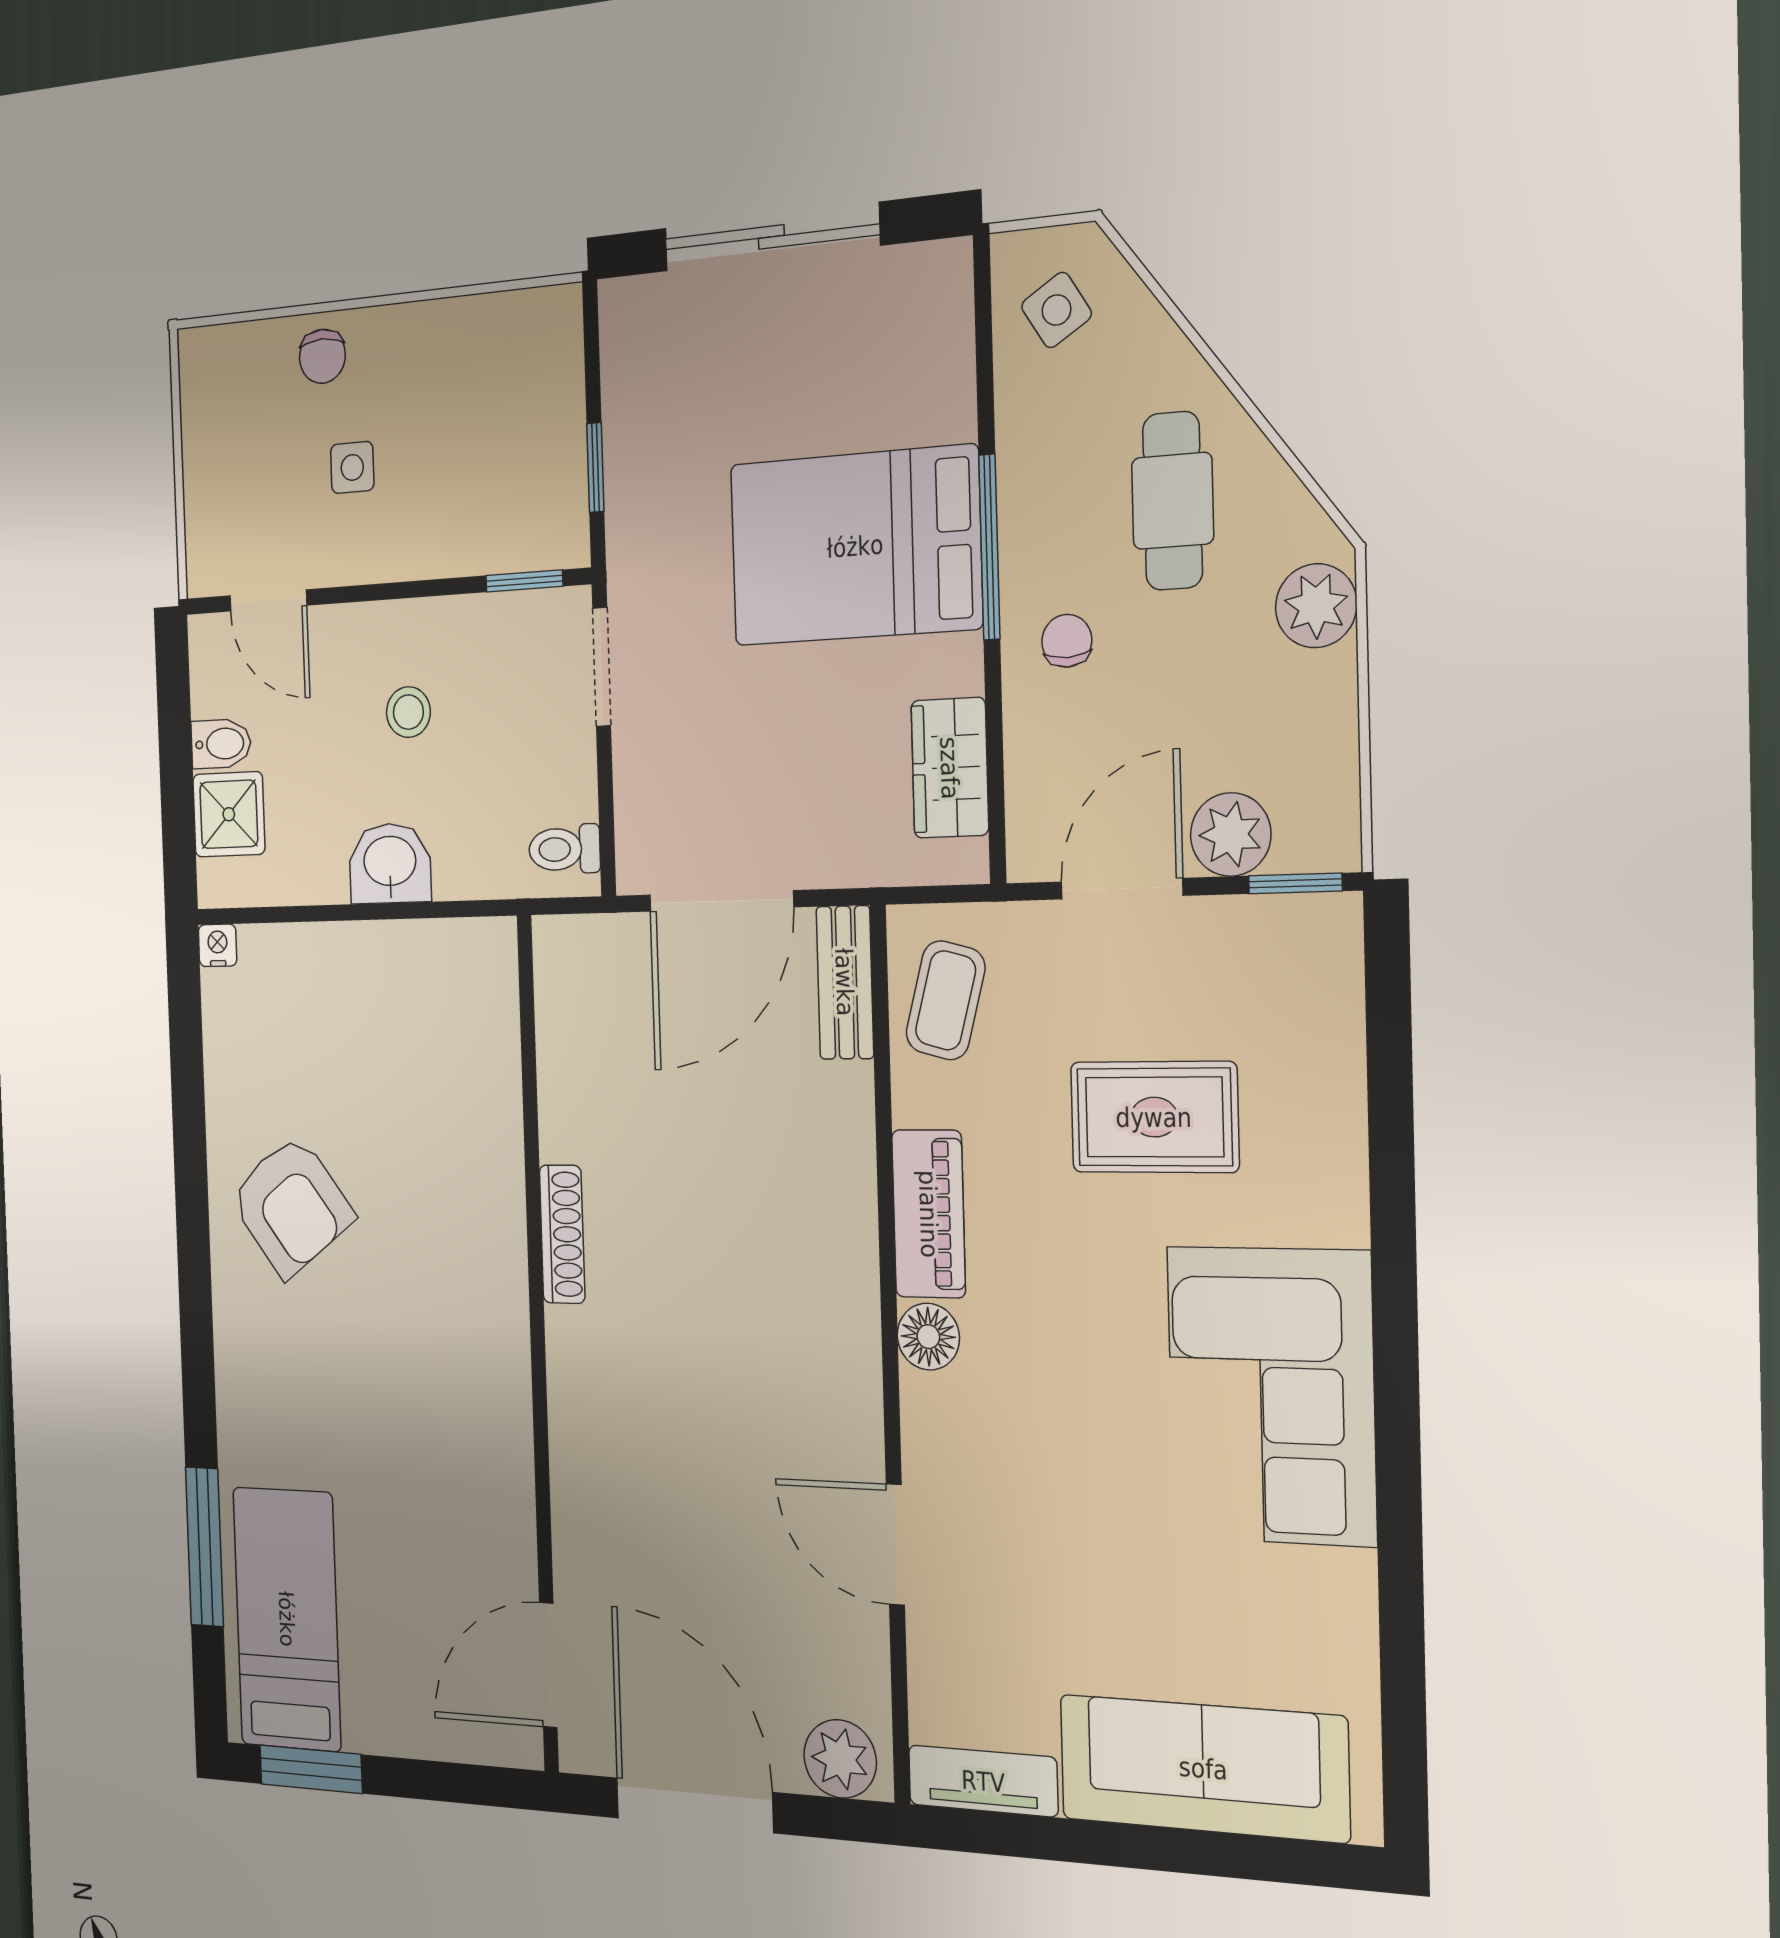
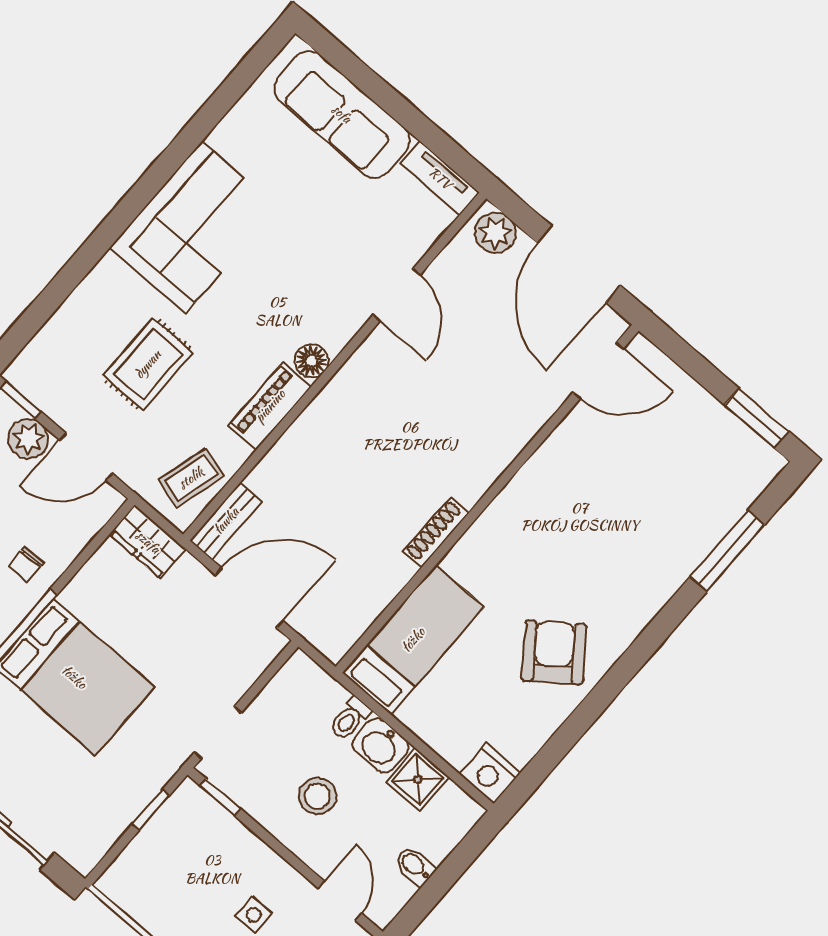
stool: (408, 712) -> (317, 796), width x1.37, depth x1.37
wardrobe: (950, 768) -> (148, 542), moved, turned 90
shower: (229, 814) -> (418, 780), moved
toilet: (564, 849) -> (350, 719), moved, turned 90
nightstand: (218, 945) -> (490, 773), width x1.89, depth x1.79
rug: (1154, 1117) -> (148, 364), turned 90
bed: (287, 1619) -> (413, 640), moved, turned 180

